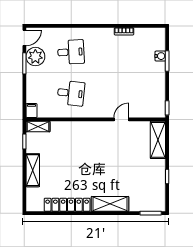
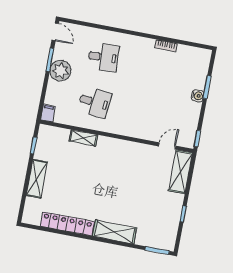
door: (24, 38) -> (55, 32), hinge flipped
water cooler: (160, 56) -> (198, 96), moved
plant: (35, 57) -> (60, 71), moved
door: (121, 119) -> (167, 146), moved
shelving: (38, 127) -> (84, 138), moved

